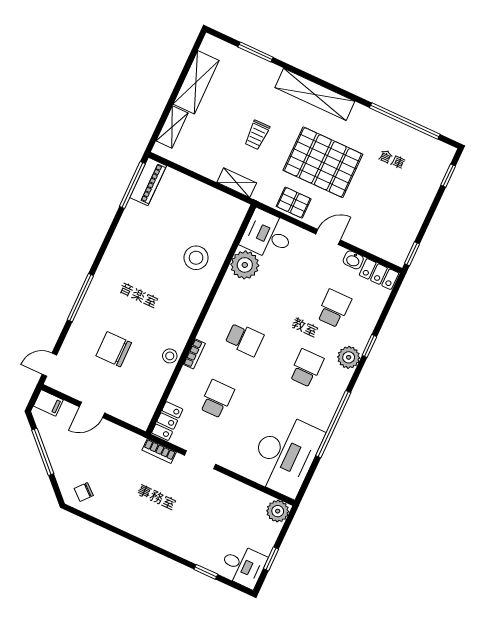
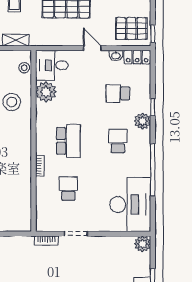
pallet: (294, 203) -> (131, 28), moved, width x1.50, depth x1.42
door: (328, 237) -> (92, 48), hinge flipped
school desk: (334, 308) -> (118, 93), turned -90
school desk: (244, 339) -> (68, 141), width x1.85
stool: (170, 356) -> (24, 68), moved
locker: (167, 421) -> (42, 218), removed

